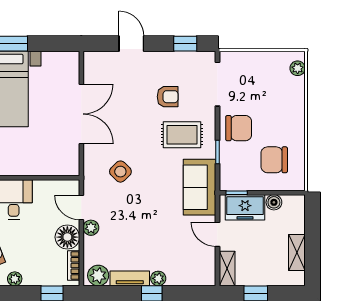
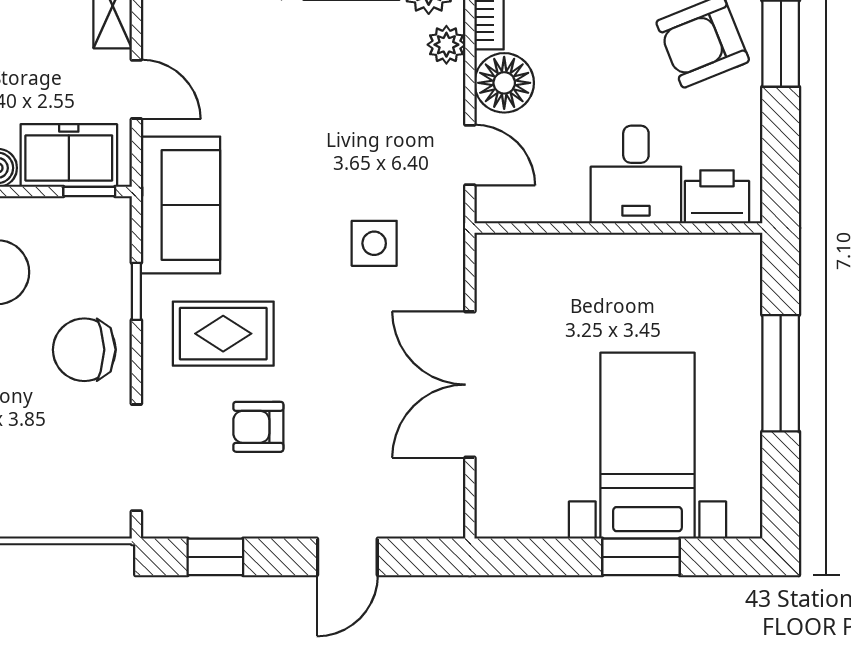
door: (131, 44) -> (347, 557), hinge flipped
side table: (120, 172) -> (374, 243), turned 45
plant: (91, 228) -> (446, 45), moved

